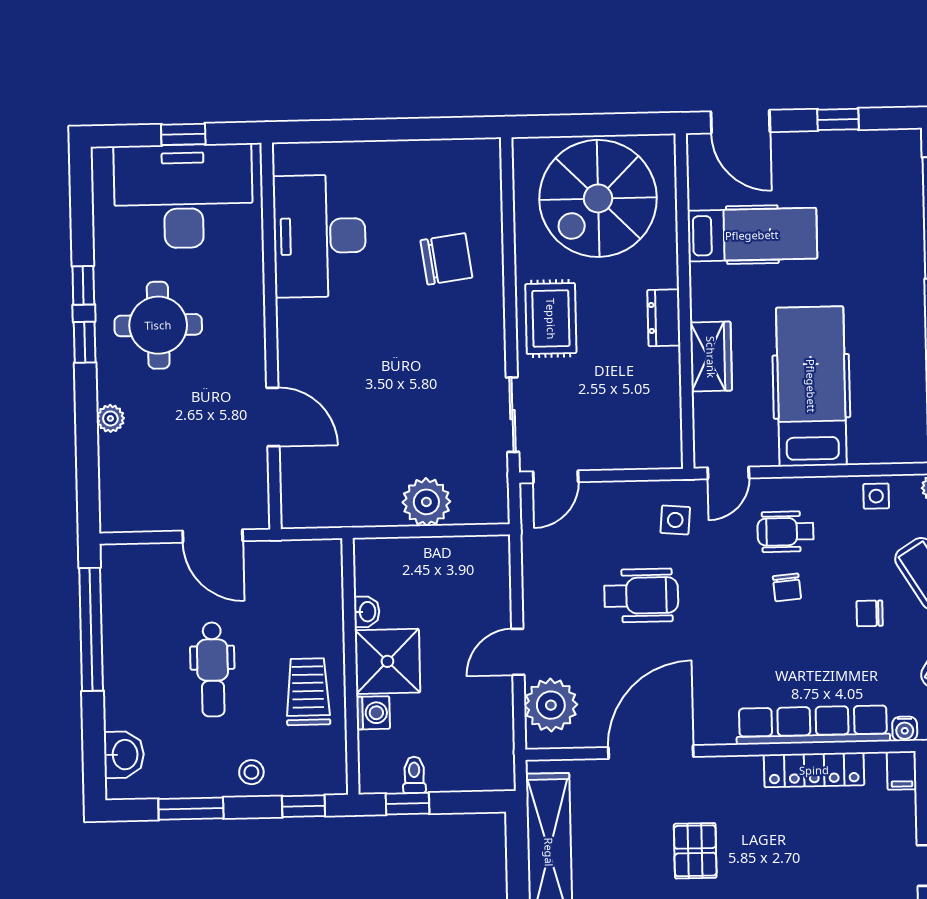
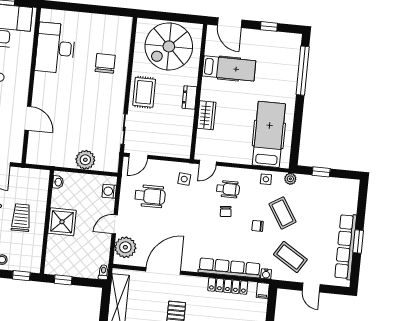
chair: (446, 259) -> (105, 63), turned -82
hospital bed: (811, 386) -> (269, 134), moved
wheelchair: (786, 532) -> (228, 189), turned 180
wheelchair: (641, 596) -> (150, 196), moved
washbasin: (367, 612) -> (58, 182), moved
trolley: (308, 692) -> (21, 218), moved
washing machine: (373, 713) -> (109, 191), moved, turned 180
toilet: (414, 775) -> (103, 272), moved

